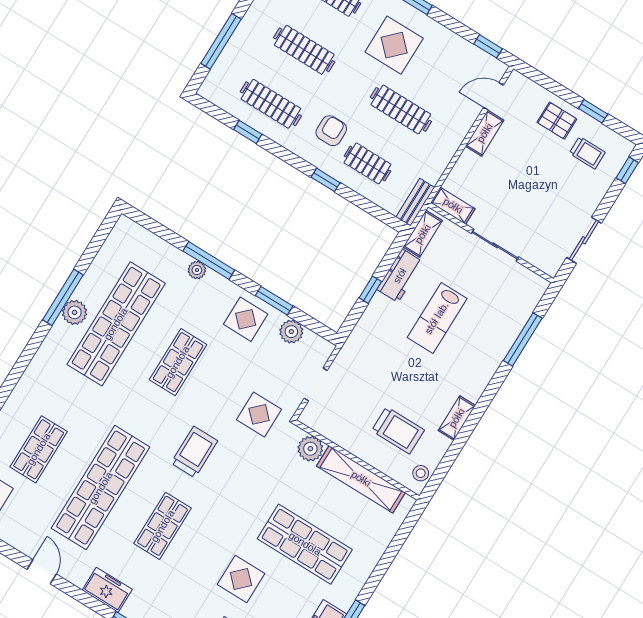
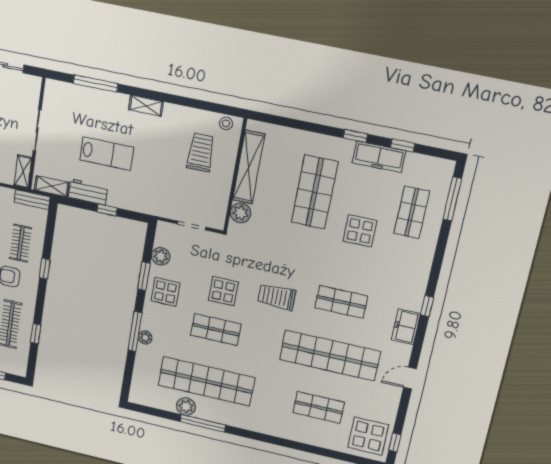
plant: (75, 312) -> (186, 407), moved
display table: (259, 414) -> (223, 291), moved
shelving: (457, 418) -> (146, 106), moved

